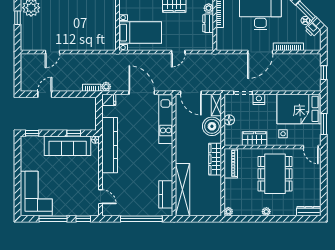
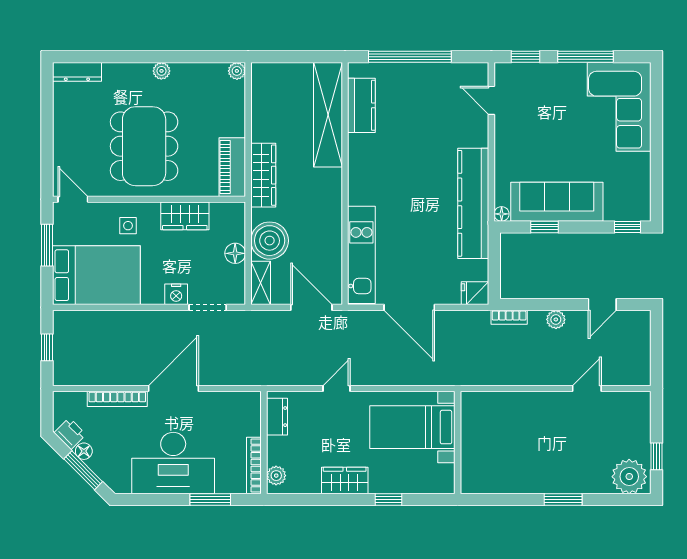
dresser: (208, 23) -> (277, 417), moved
plant: (106, 87) -> (556, 319), moved

